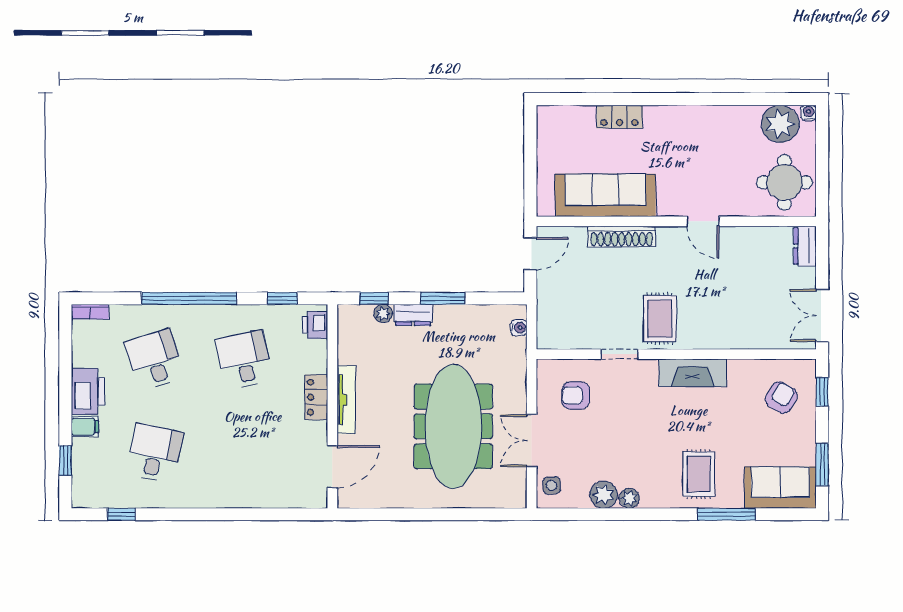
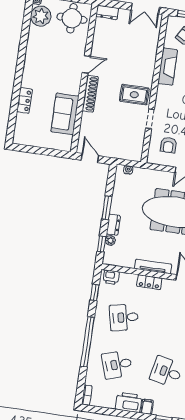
sofa: (605, 195) -> (65, 114), width x0.73
shoe rack: (622, 237) -> (90, 94), moved
fireplace: (693, 373) -> (168, 67), moved

